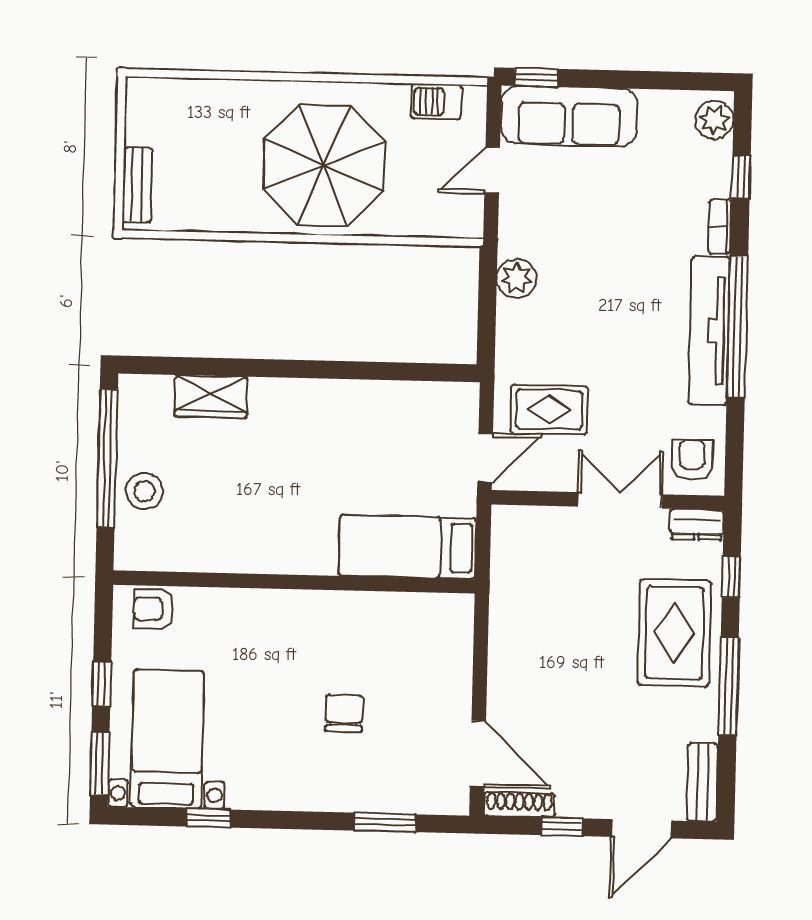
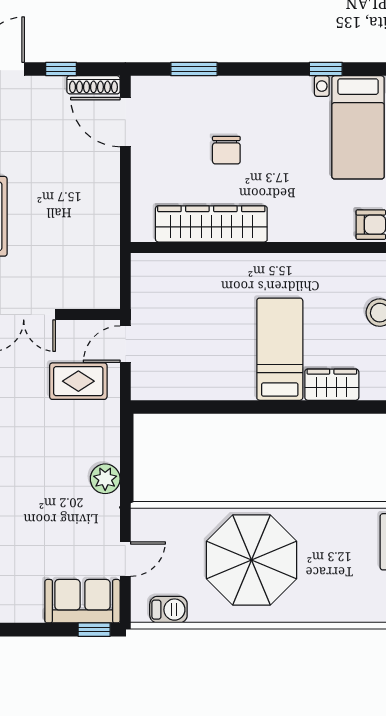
sofa: (569, 116) -> (82, 601), width x0.73
bed: (408, 547) -> (280, 349), moved, turned -90
wardrobe: (366, 615) -> (211, 224), added

